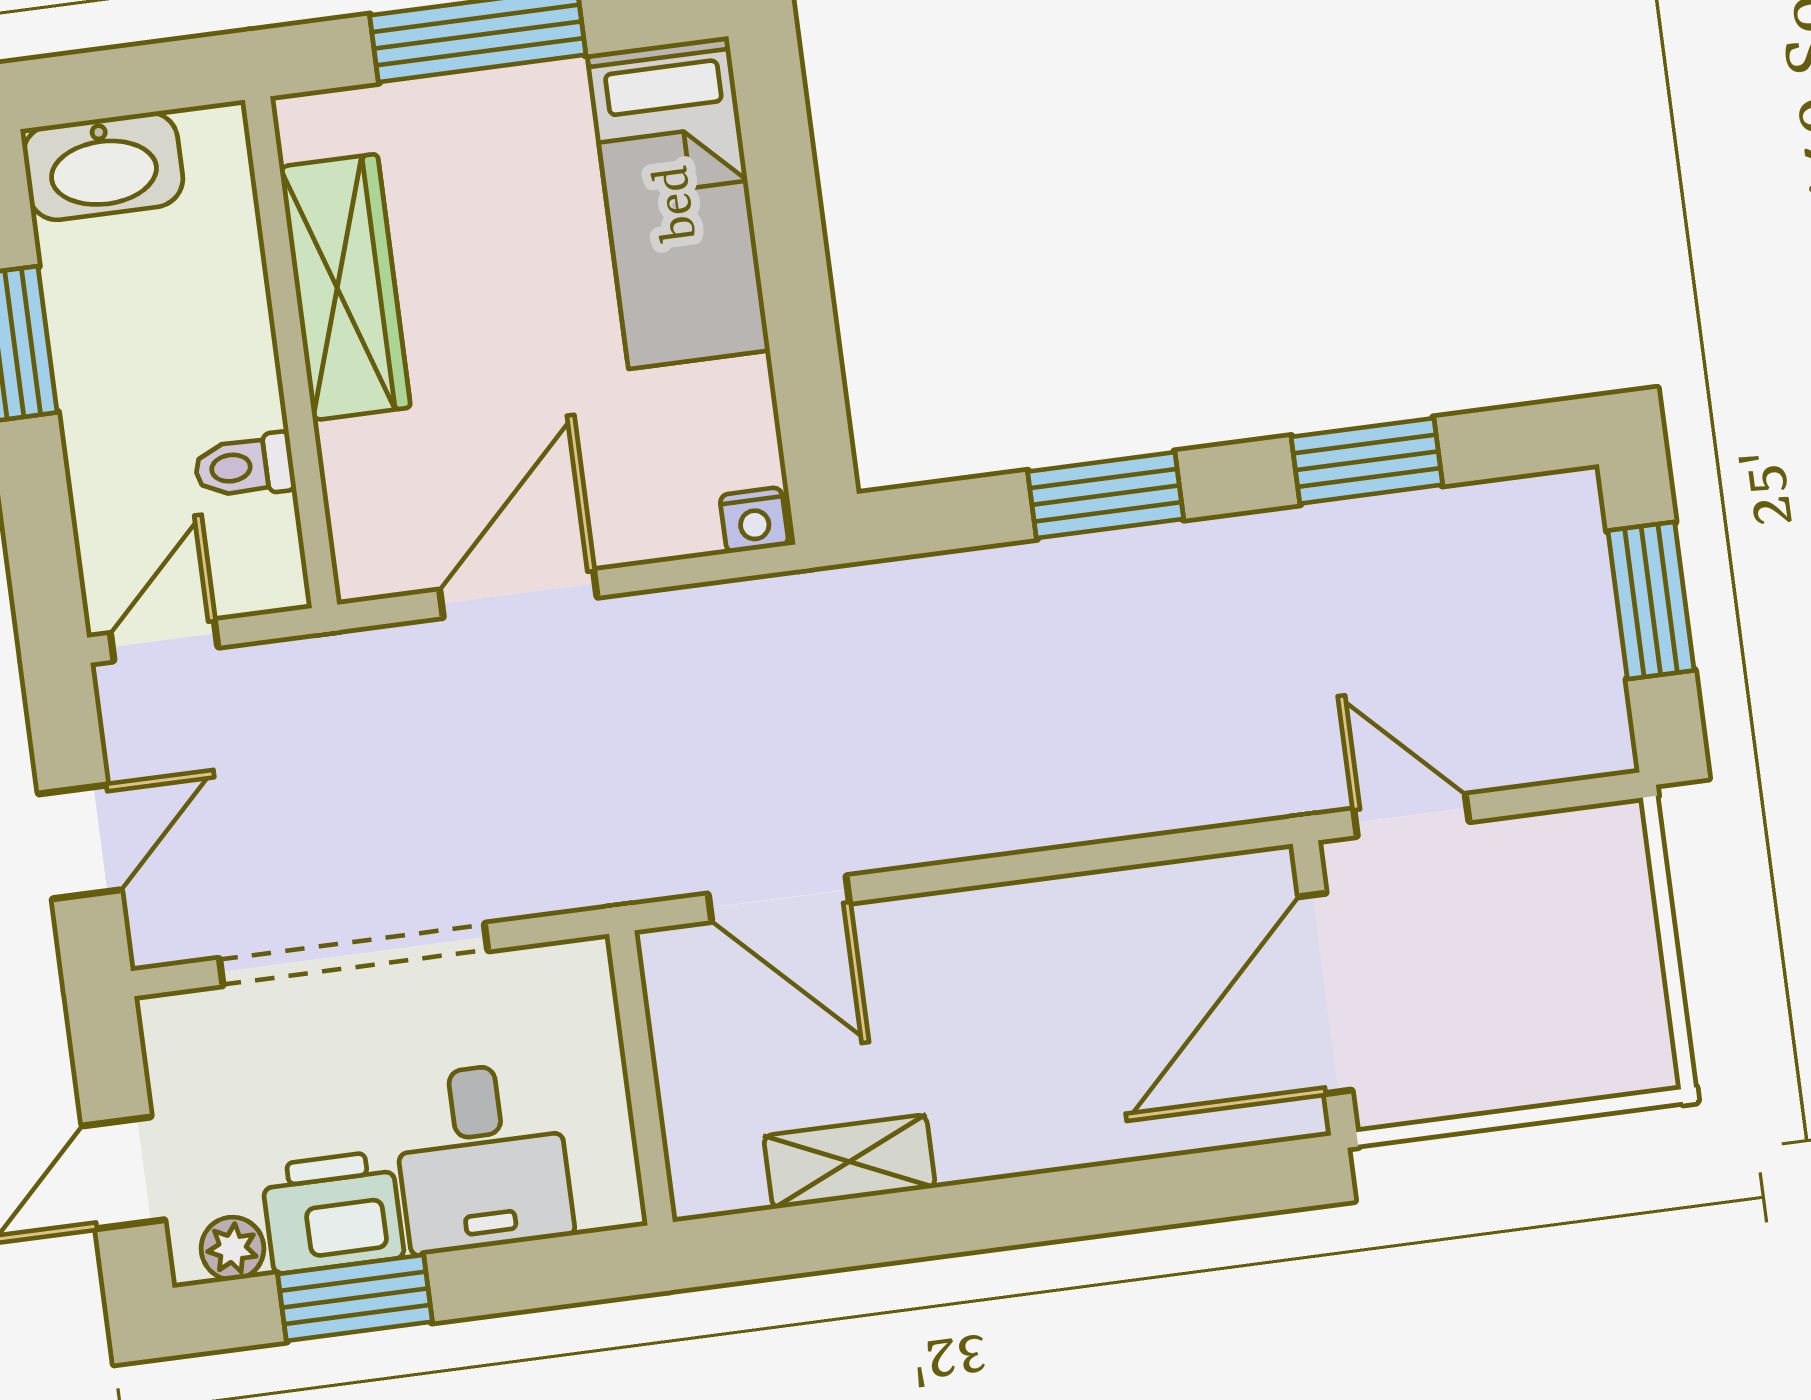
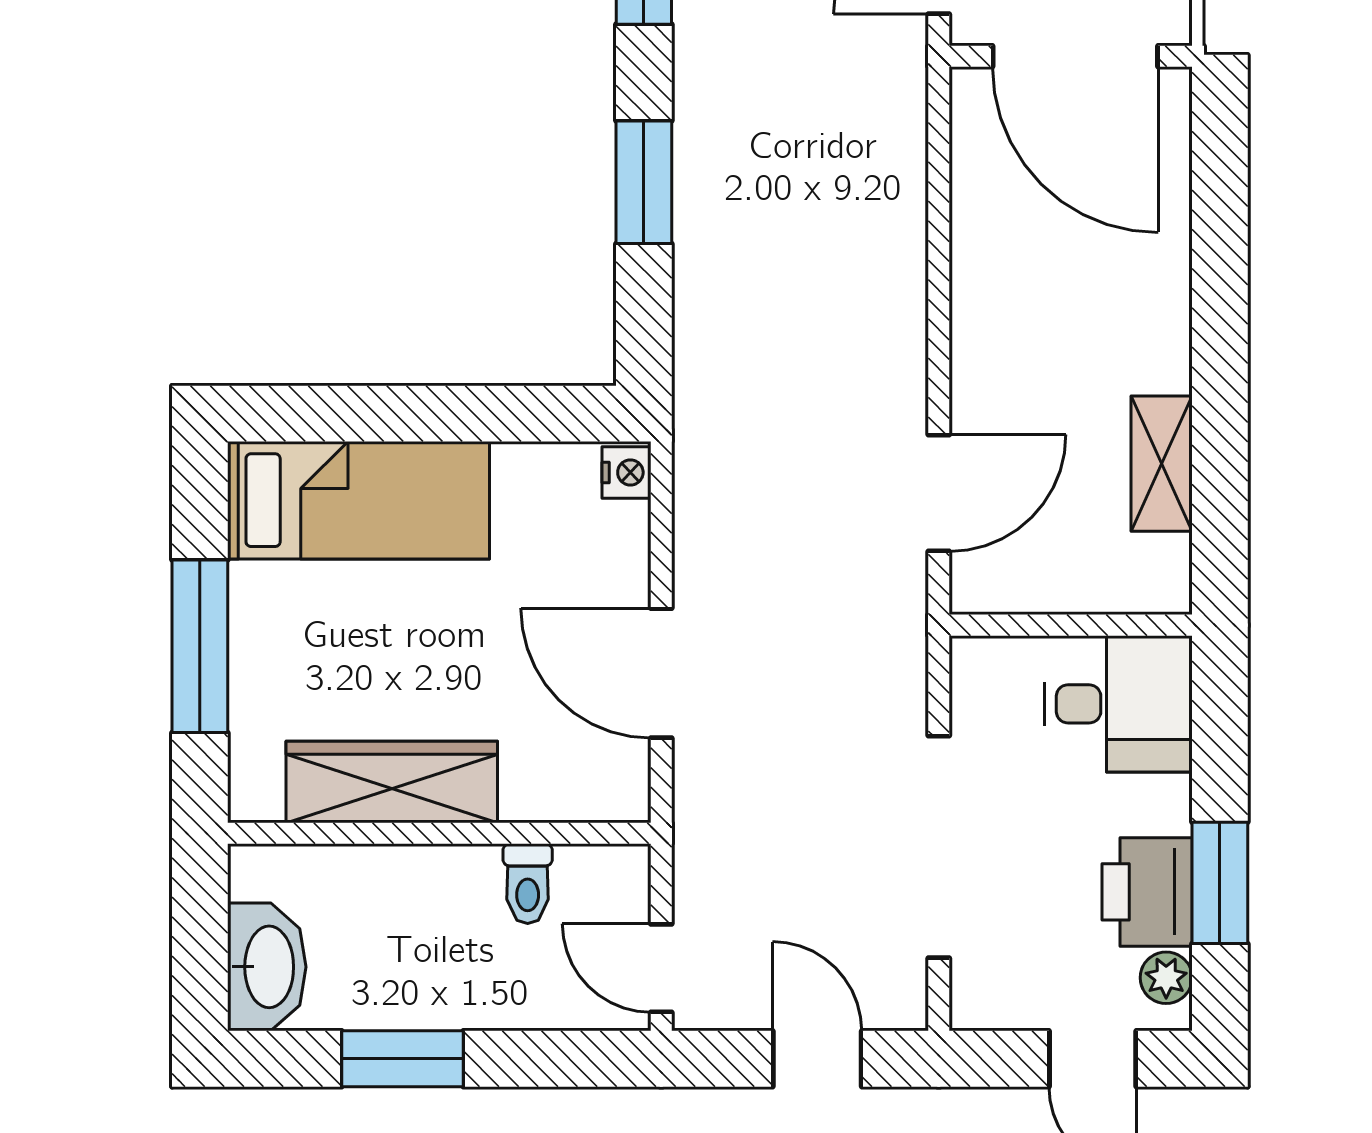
desk: (482, 1157) -> (1118, 704), moved

